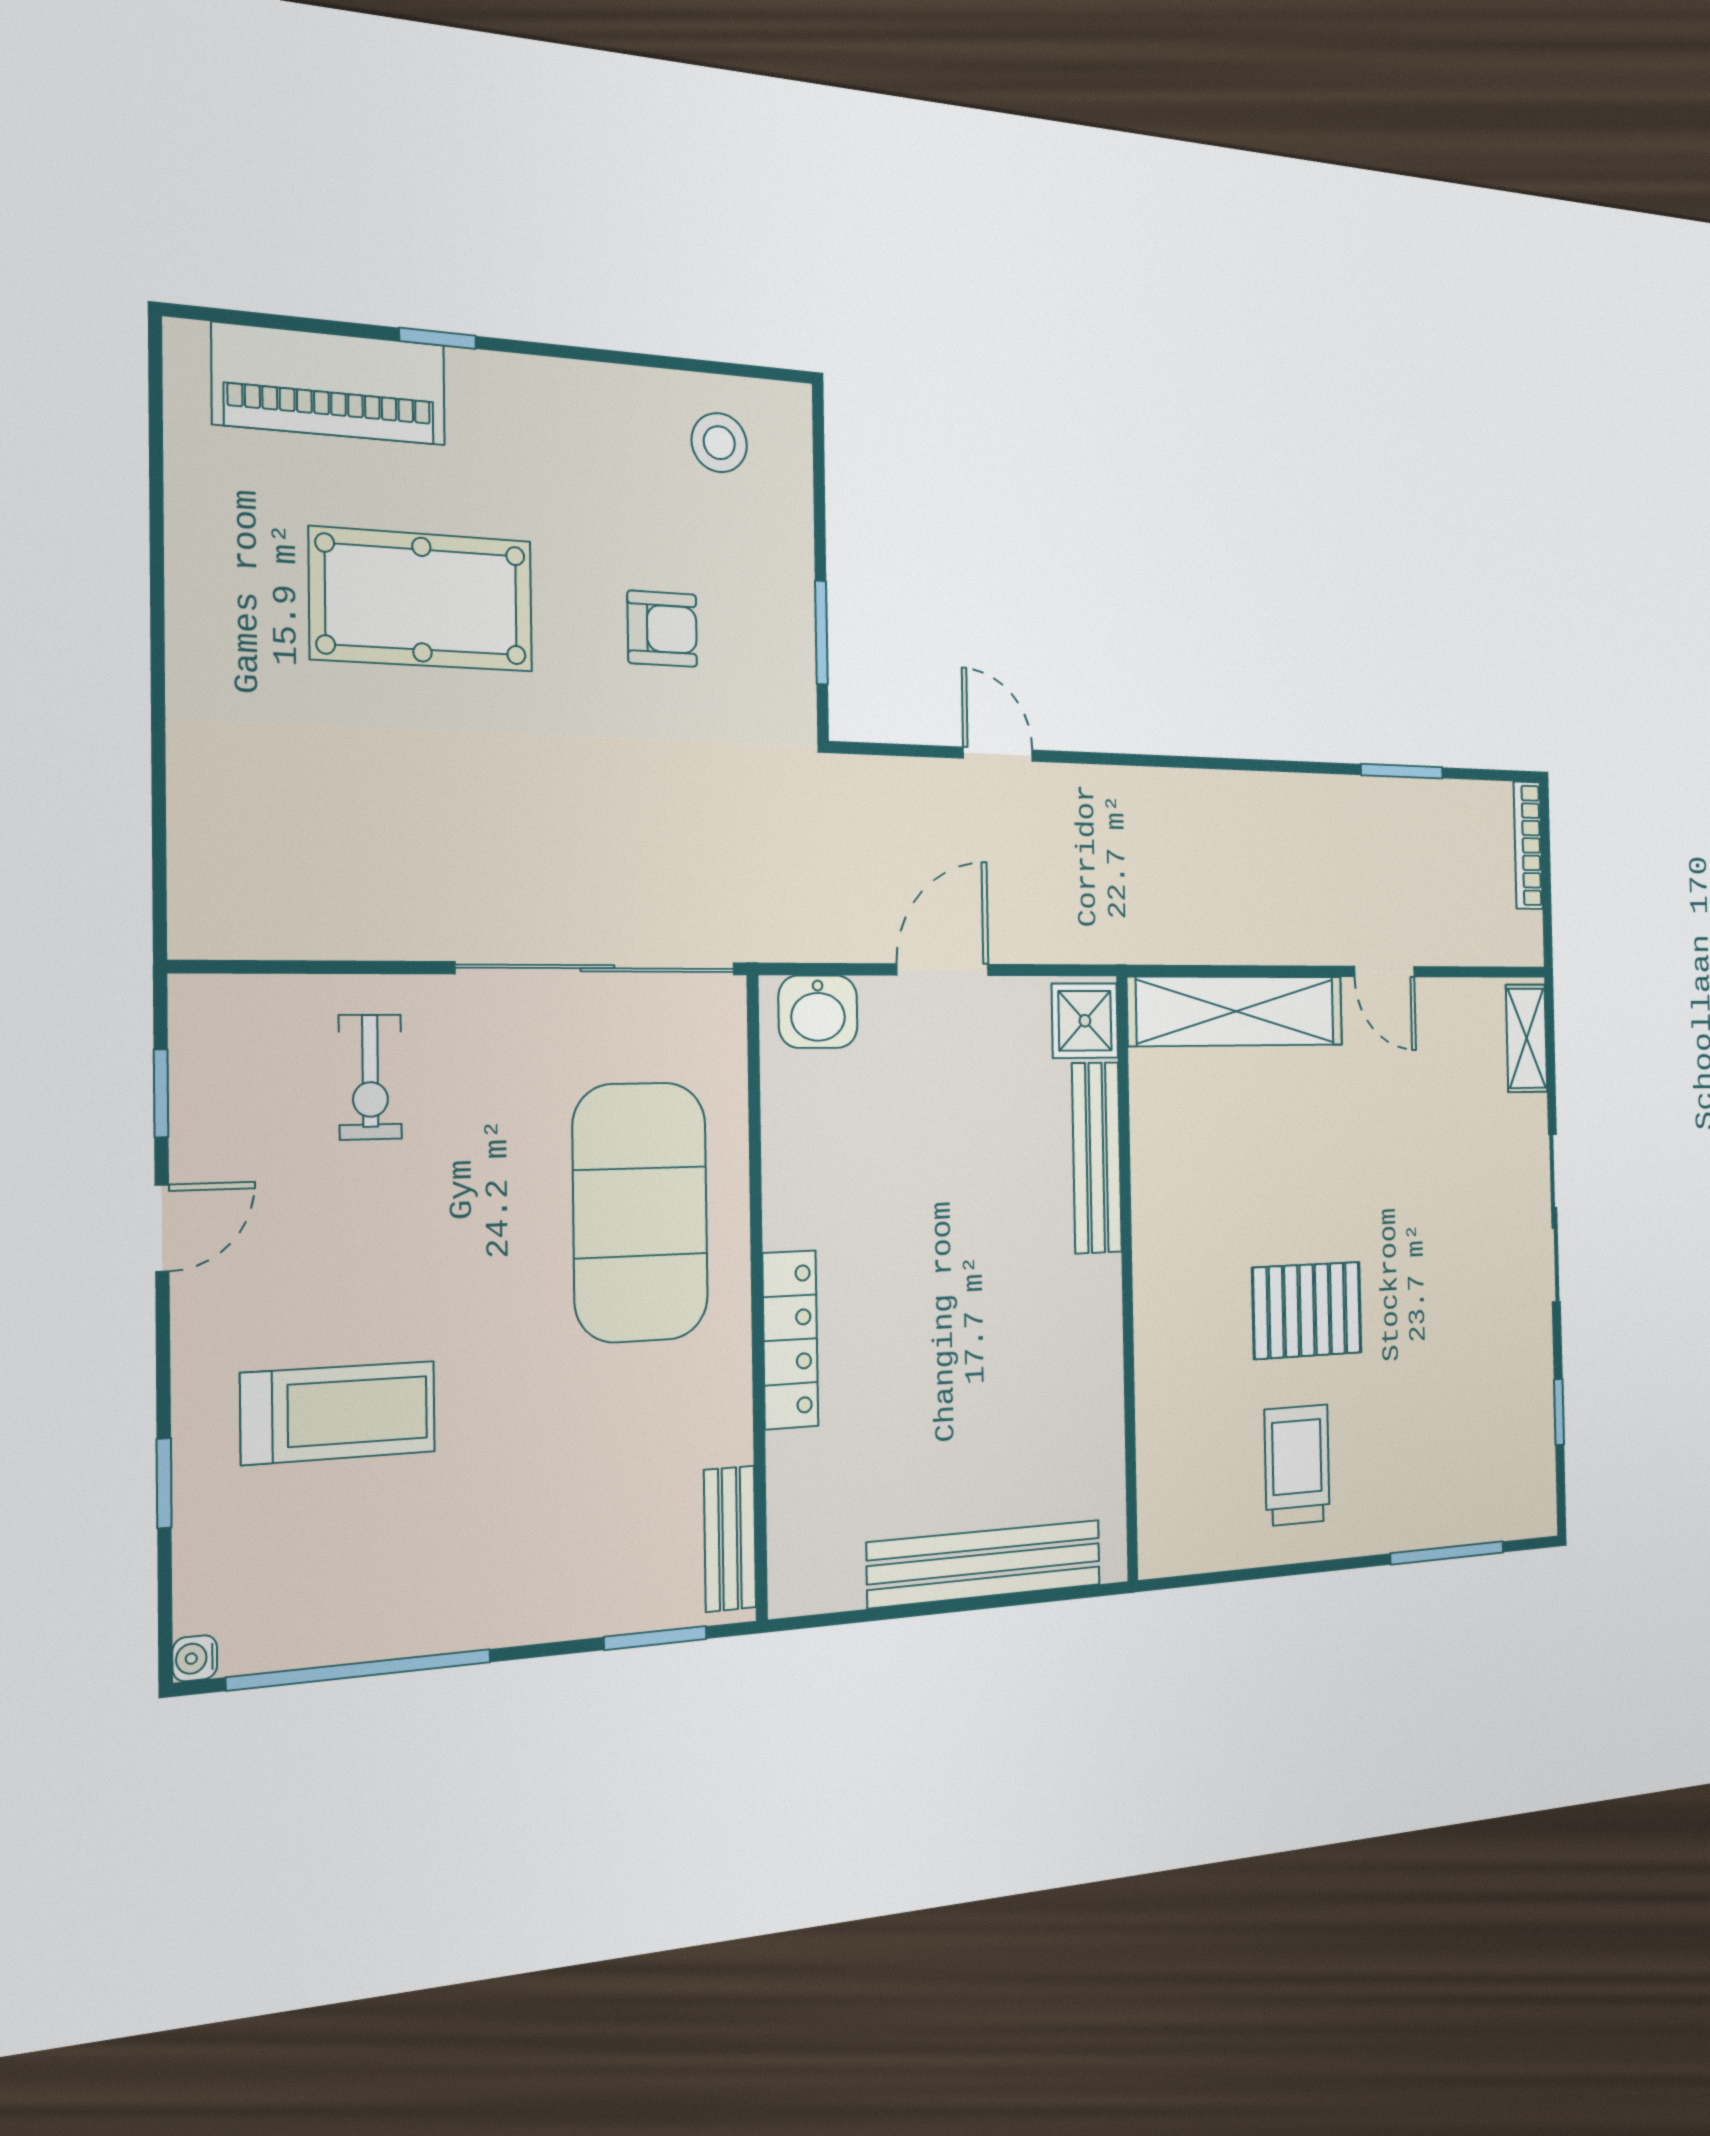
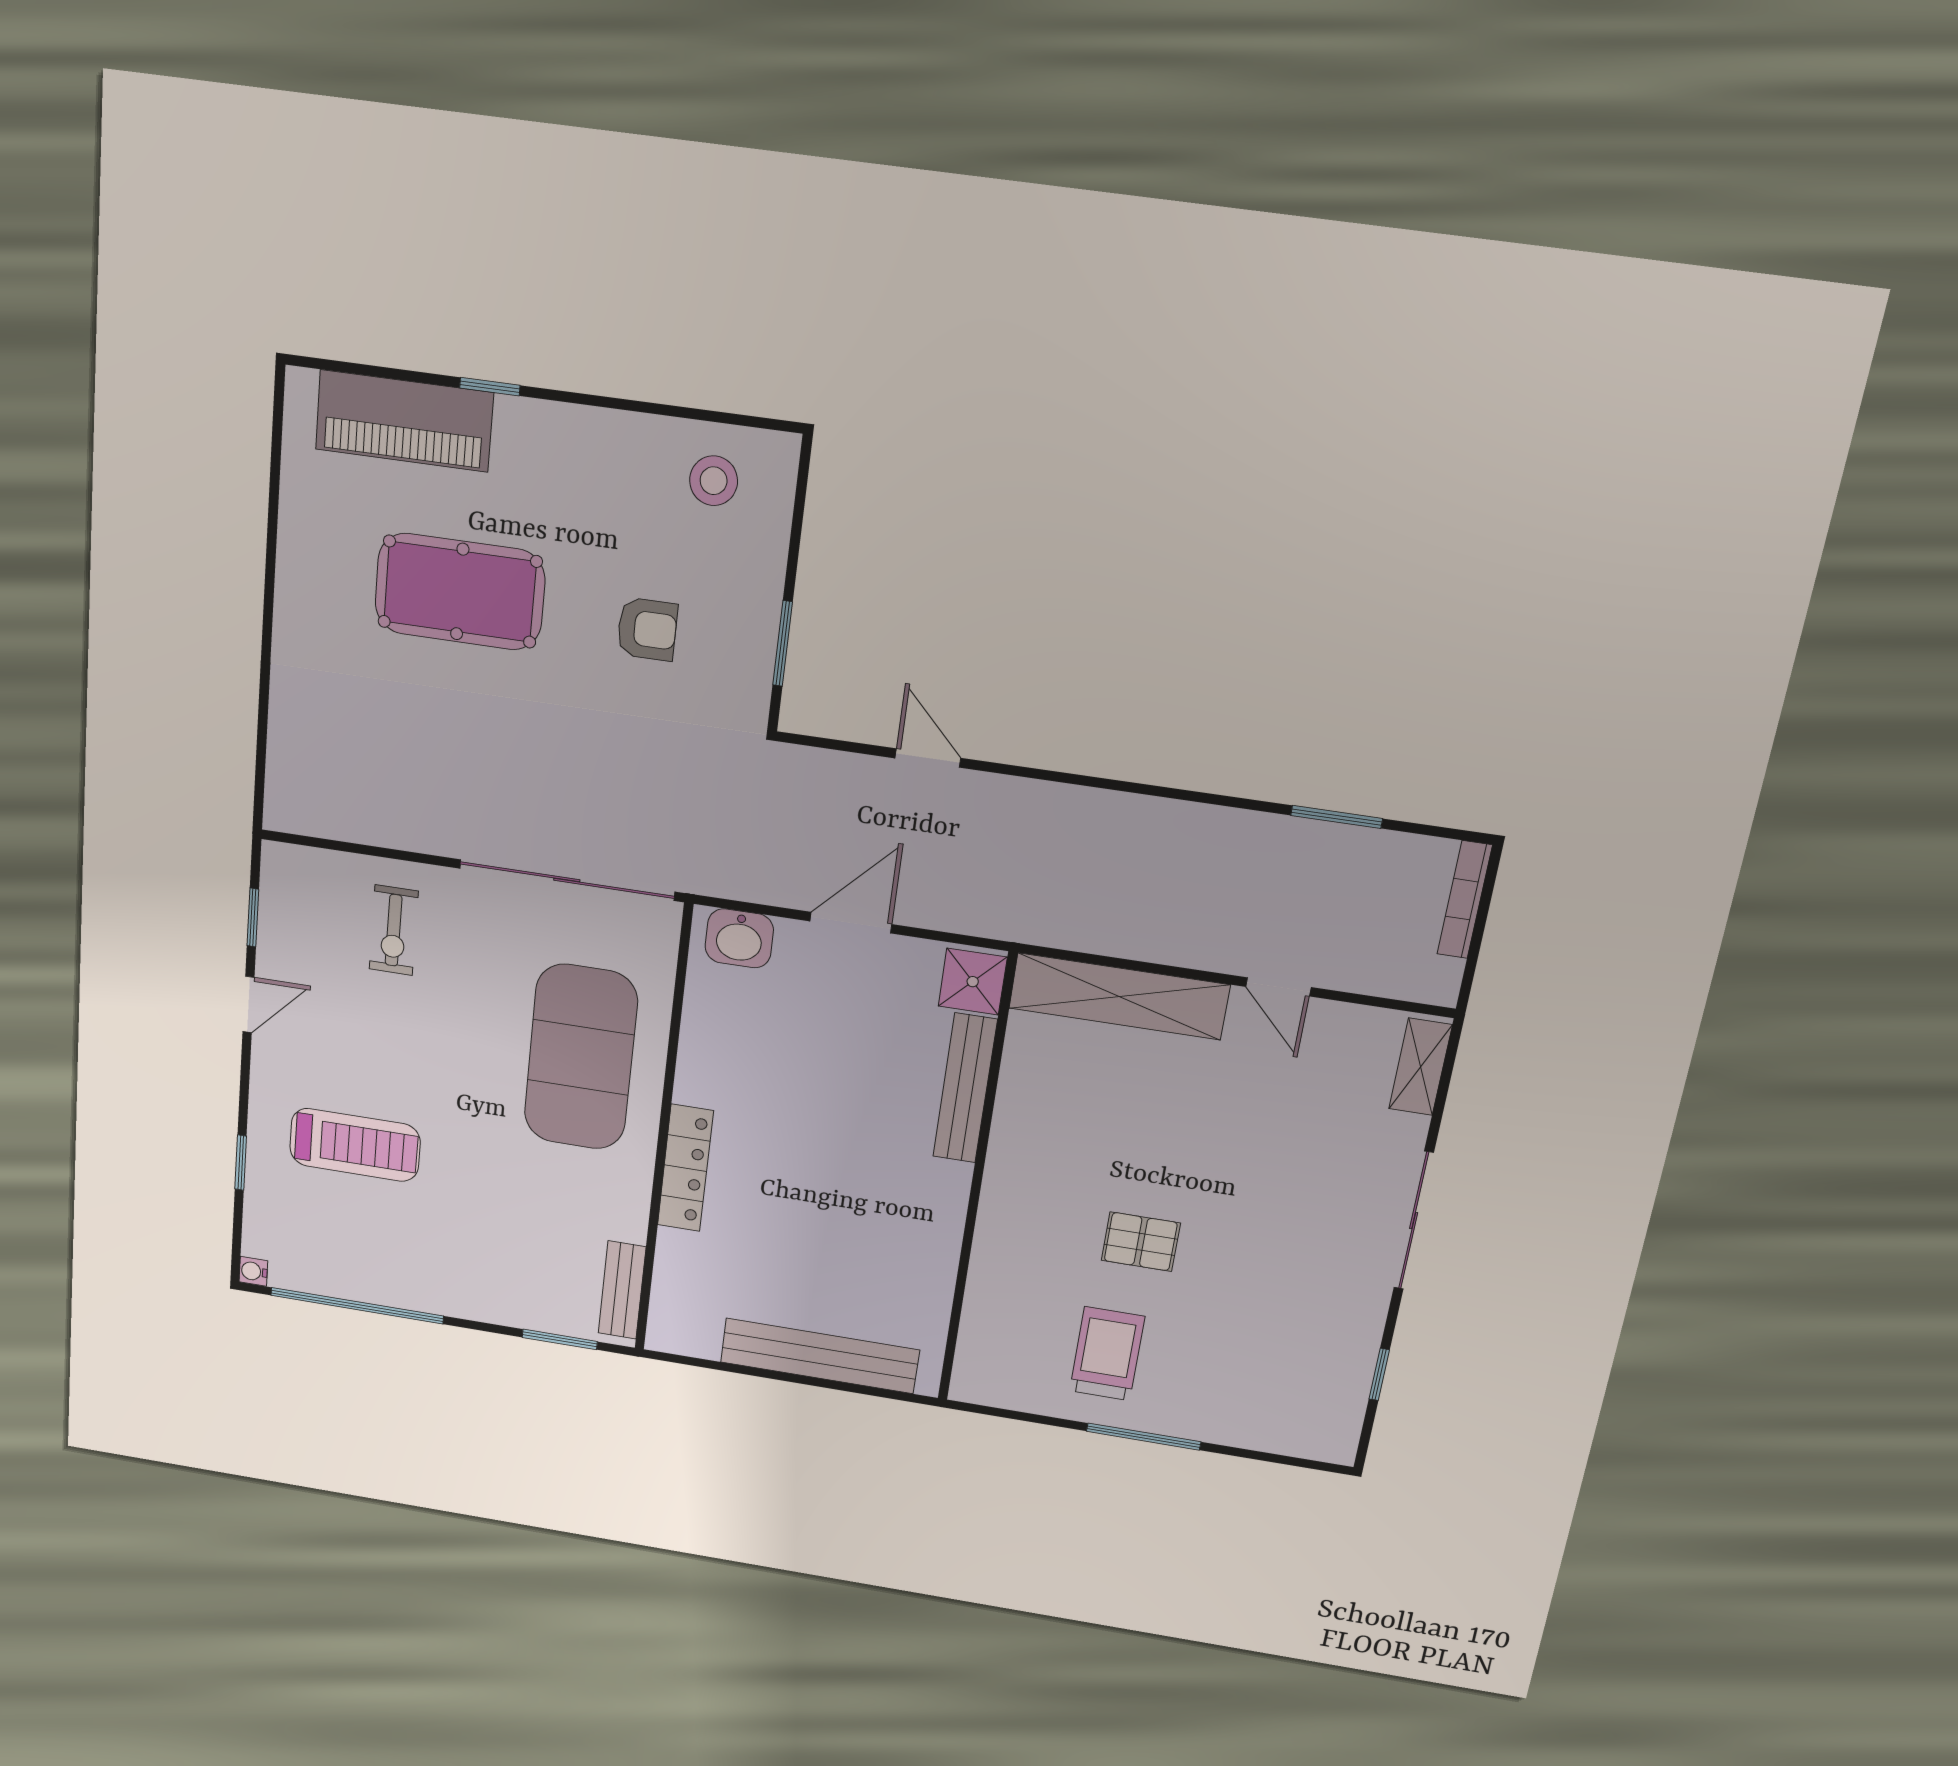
pallet: (1307, 1310) -> (1141, 1242), width x0.67, depth x0.71
window: (1447, 1553) -> (1144, 1437), moved

